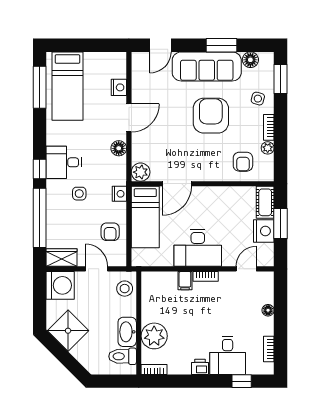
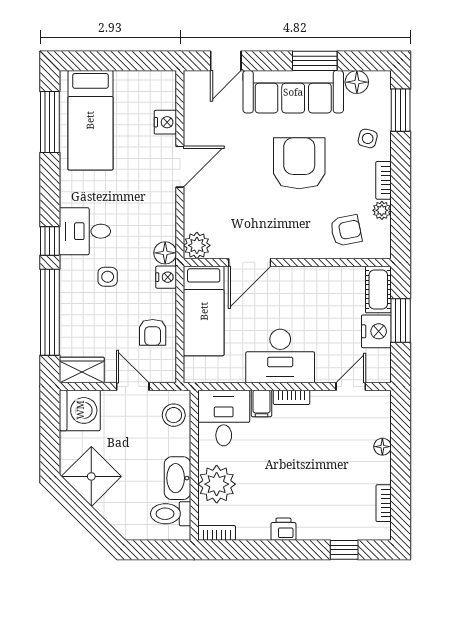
floor lamp: (119, 148) -> (165, 253), moved
armchair: (243, 162) -> (346, 230), turned -101
desk: (228, 355) -> (224, 418), moved, turned 180

